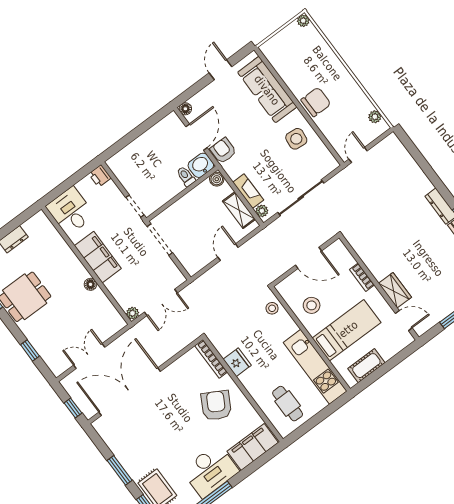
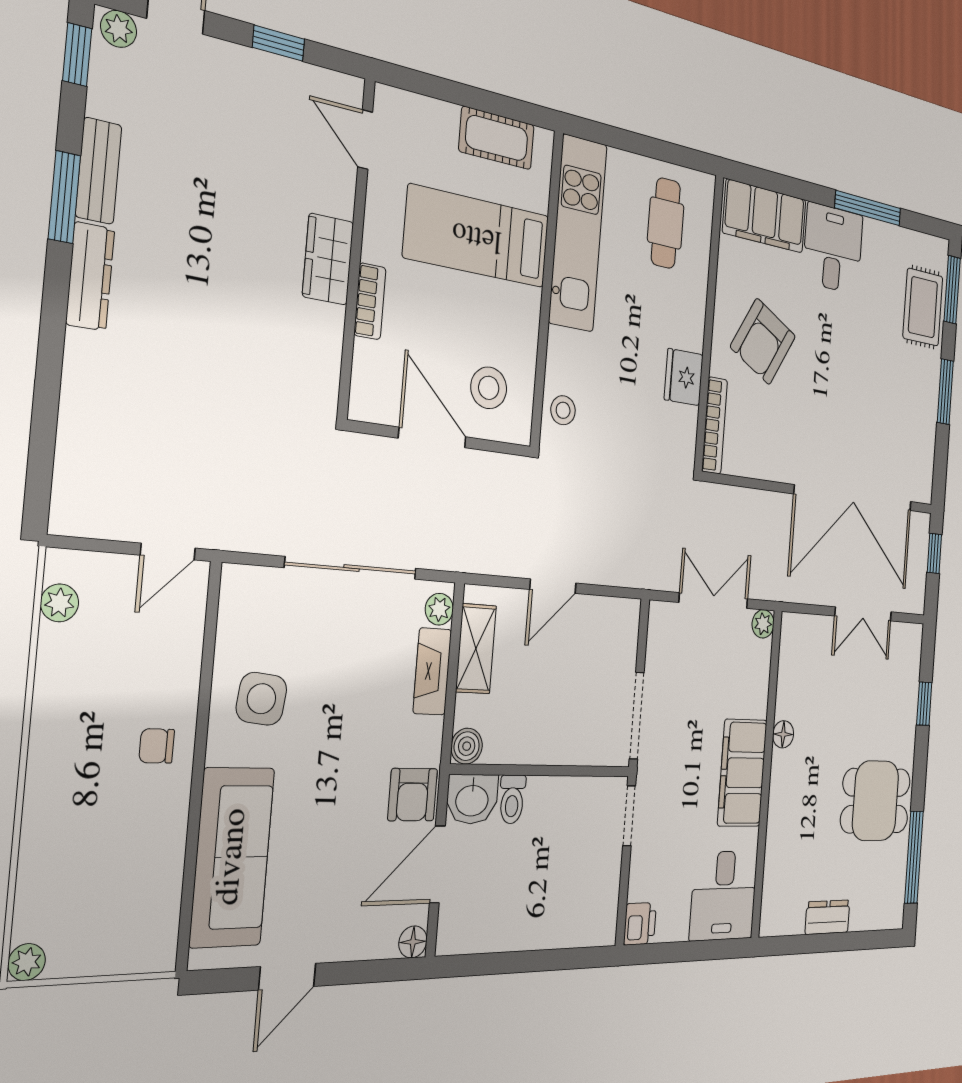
chair: (316, 102) -> (157, 746), width x0.54, depth x0.54
wardrobe: (395, 290) -> (328, 259), moved
stool: (312, 305) -> (489, 388), moved
desk: (210, 471) -> (833, 248), width x0.73

